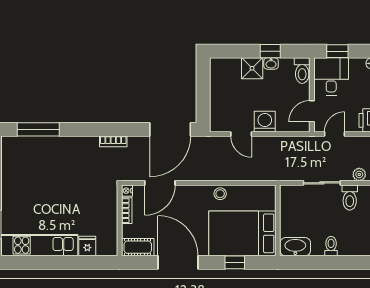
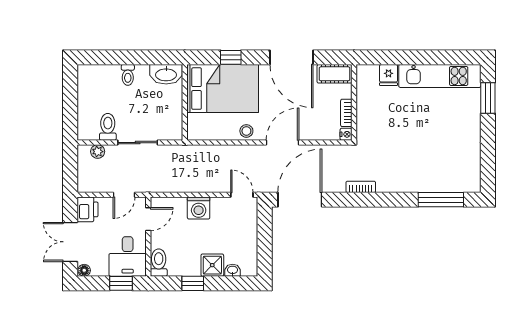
washbasin: (271, 64) -> (233, 270), moved
door: (241, 134) -> (242, 195), moved
door: (160, 183) -> (283, 143), moved

